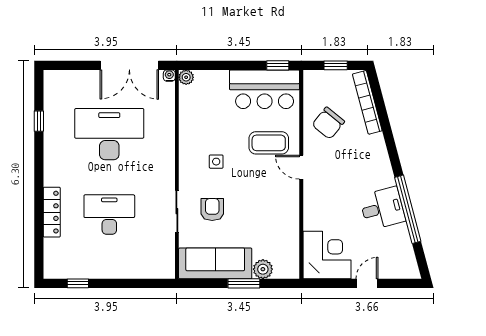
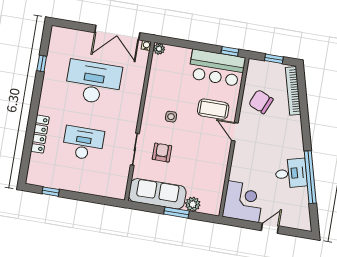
chair: (328, 123) -> (261, 102), turned 74

